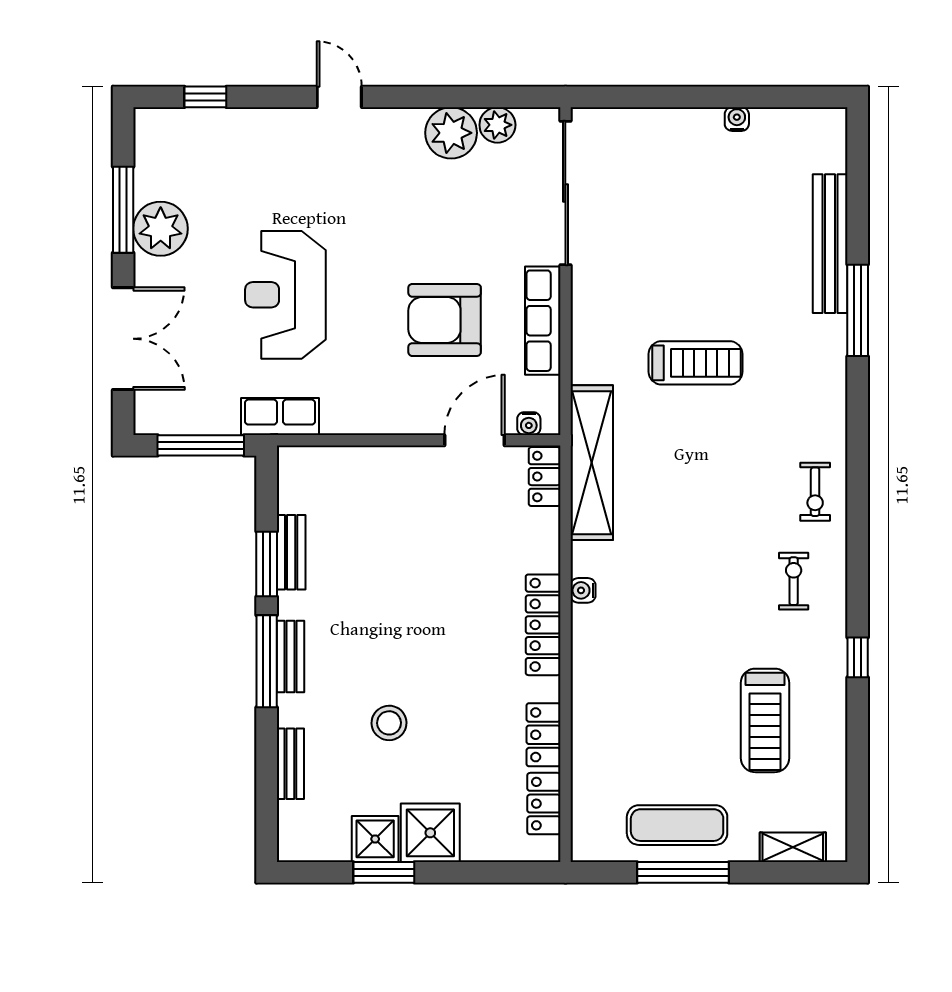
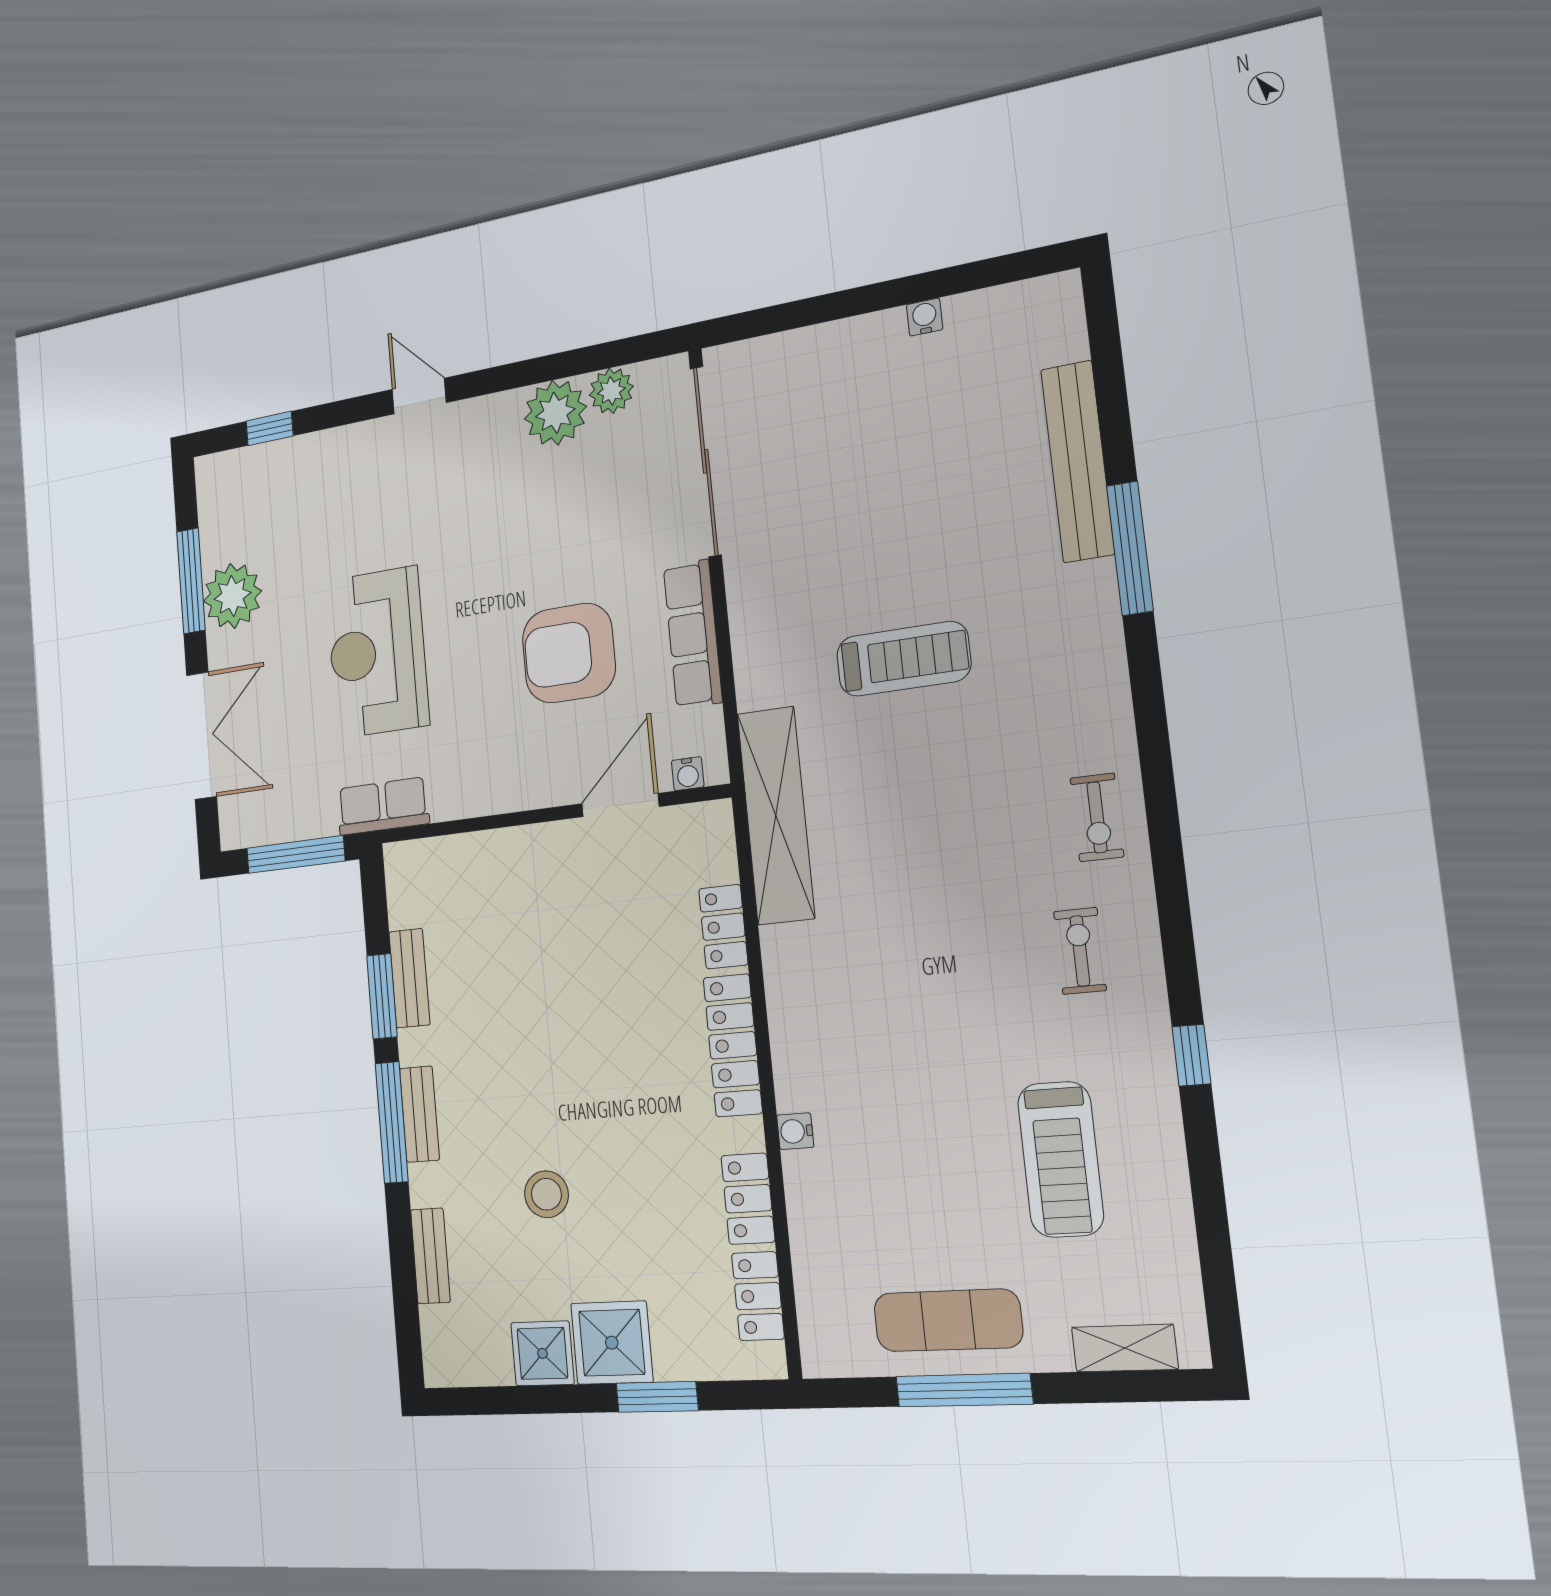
locker: (545, 477) -> (723, 927), moved
water cooler: (583, 590) -> (795, 1131), moved
window: (384, 872) -> (657, 1397), moved

